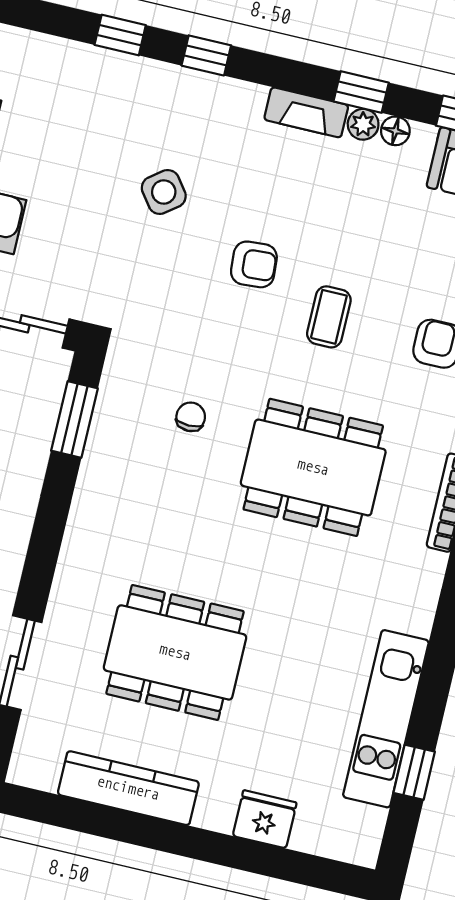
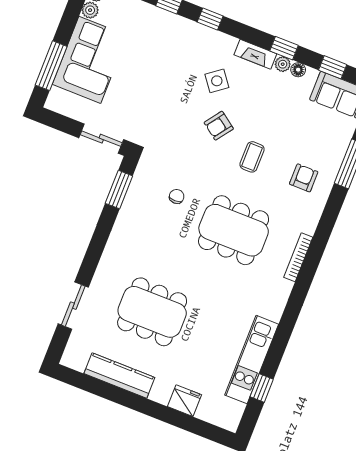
side table: (164, 192) -> (217, 81), moved
armchair: (254, 264) -> (219, 126), turned 130

